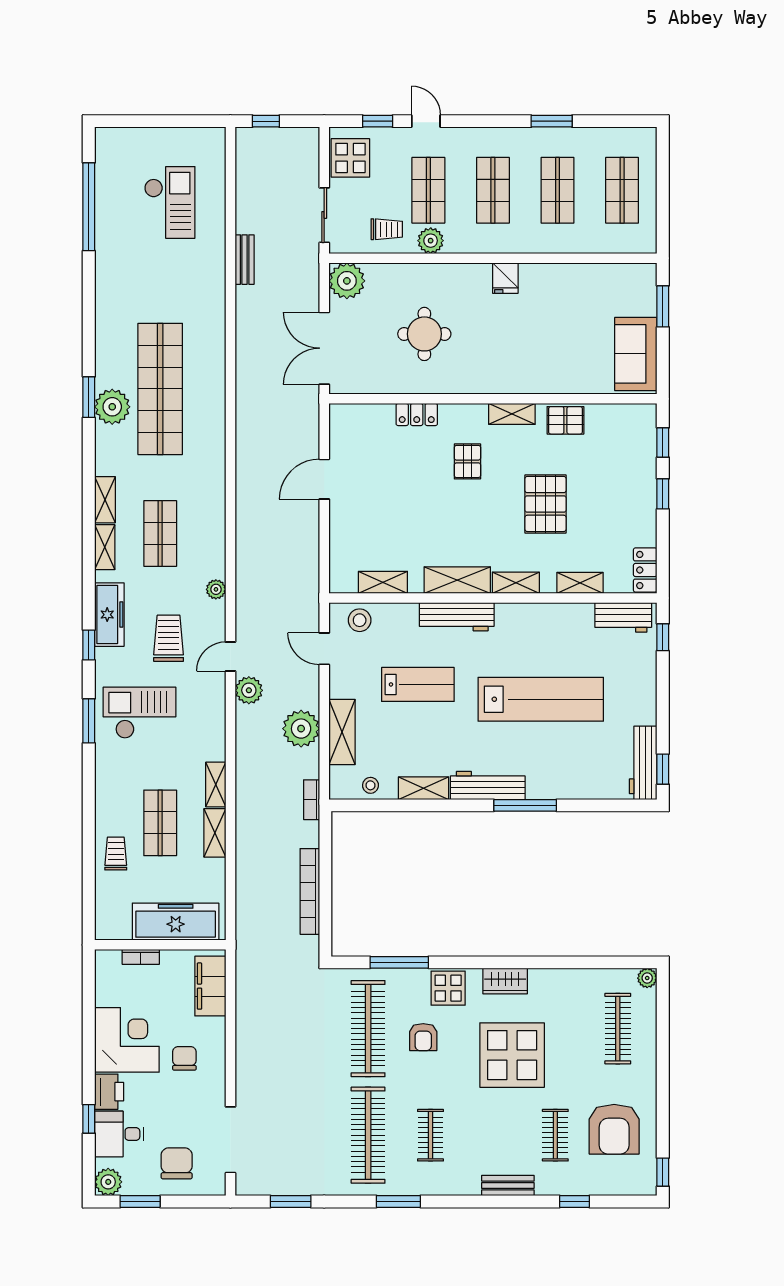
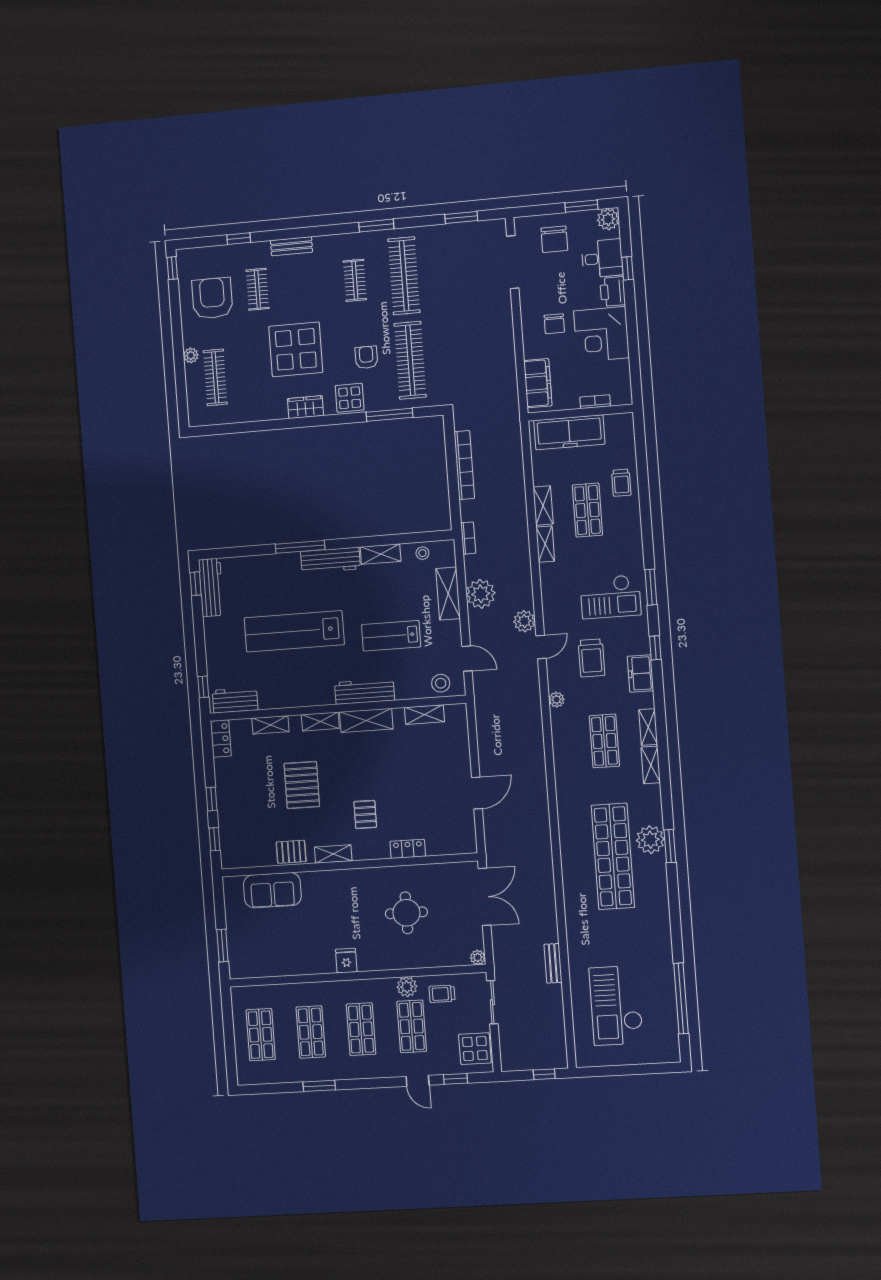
checkout: (170, 202) -> (616, 1005), width x1.36, depth x1.21
plant: (347, 281) -> (478, 957), width x0.53, depth x0.53
sofa: (636, 354) -> (272, 890), moved, turned 90
freezer: (109, 615) -> (641, 673), width x0.71
plant: (647, 978) -> (191, 355), moved

